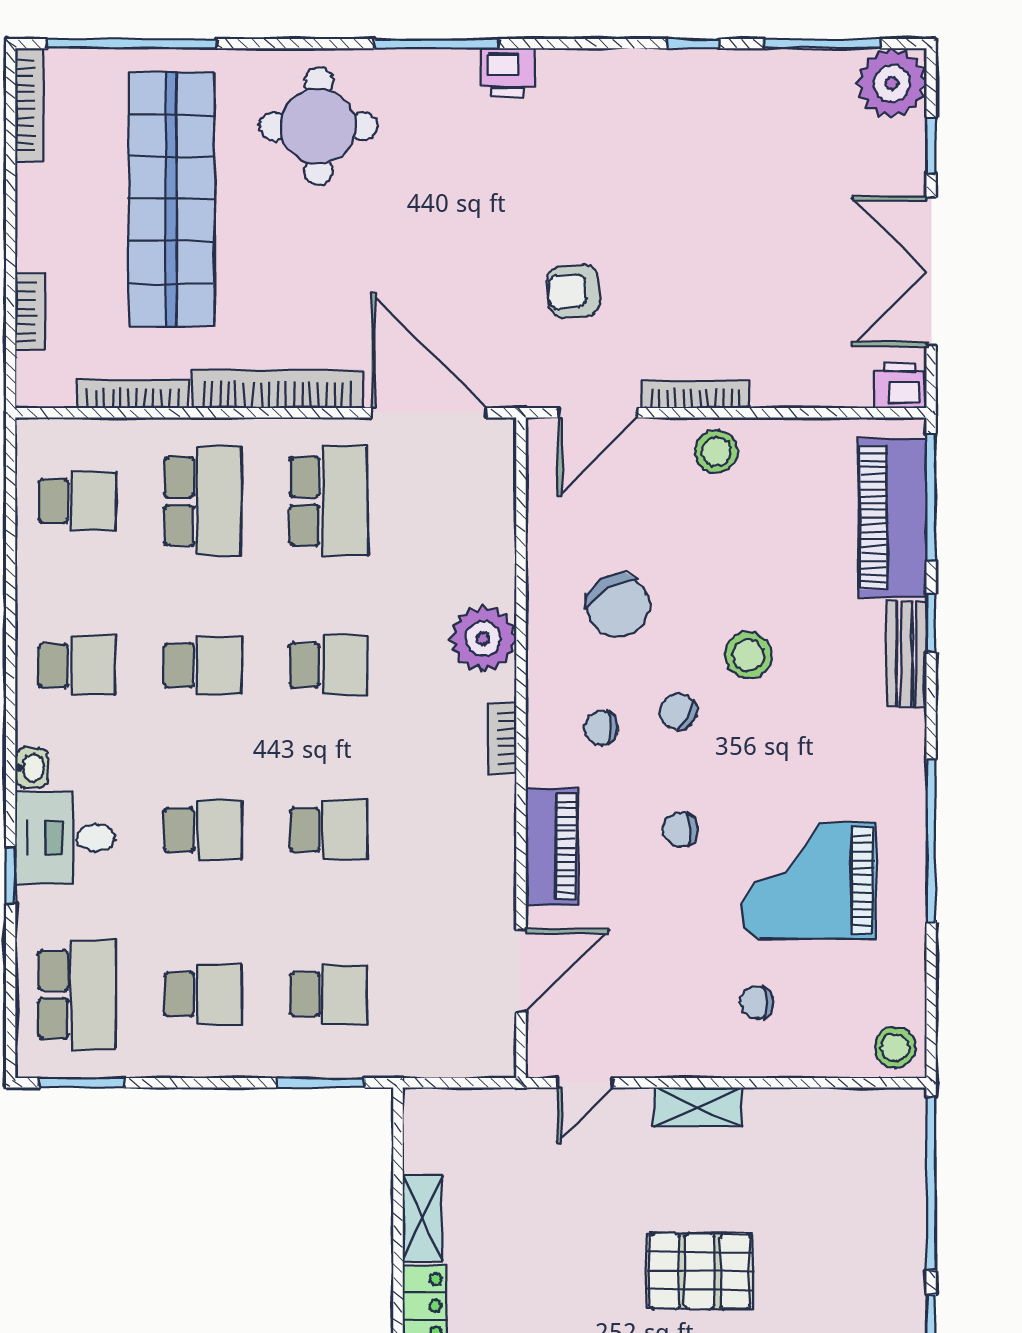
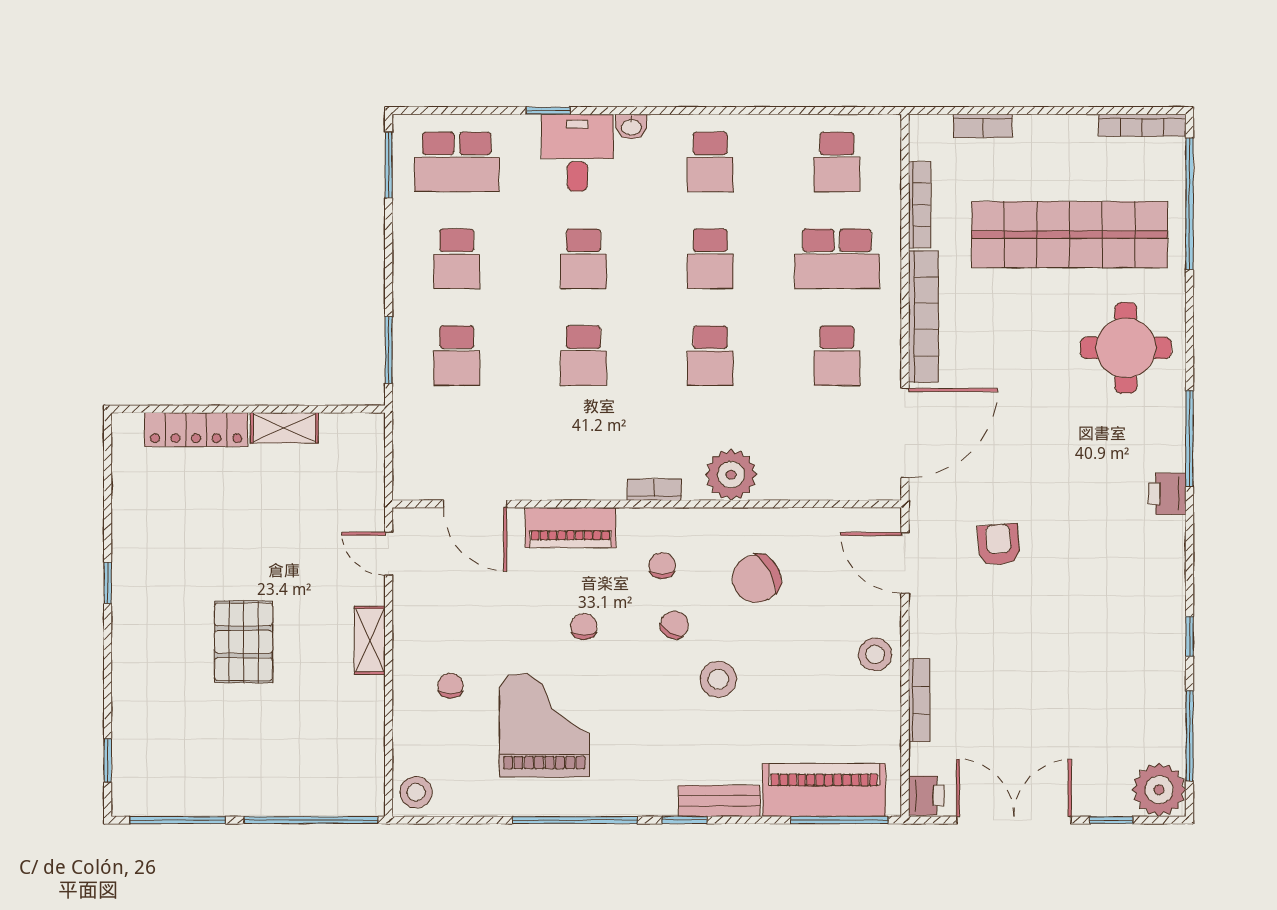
bookcase: (696, 394) -> (919, 700), moved
school desk: (329, 501) -> (837, 356), width x0.54
window: (931, 623) -> (684, 820), moved

